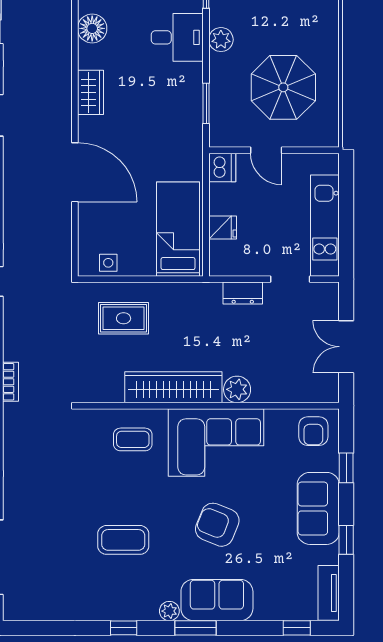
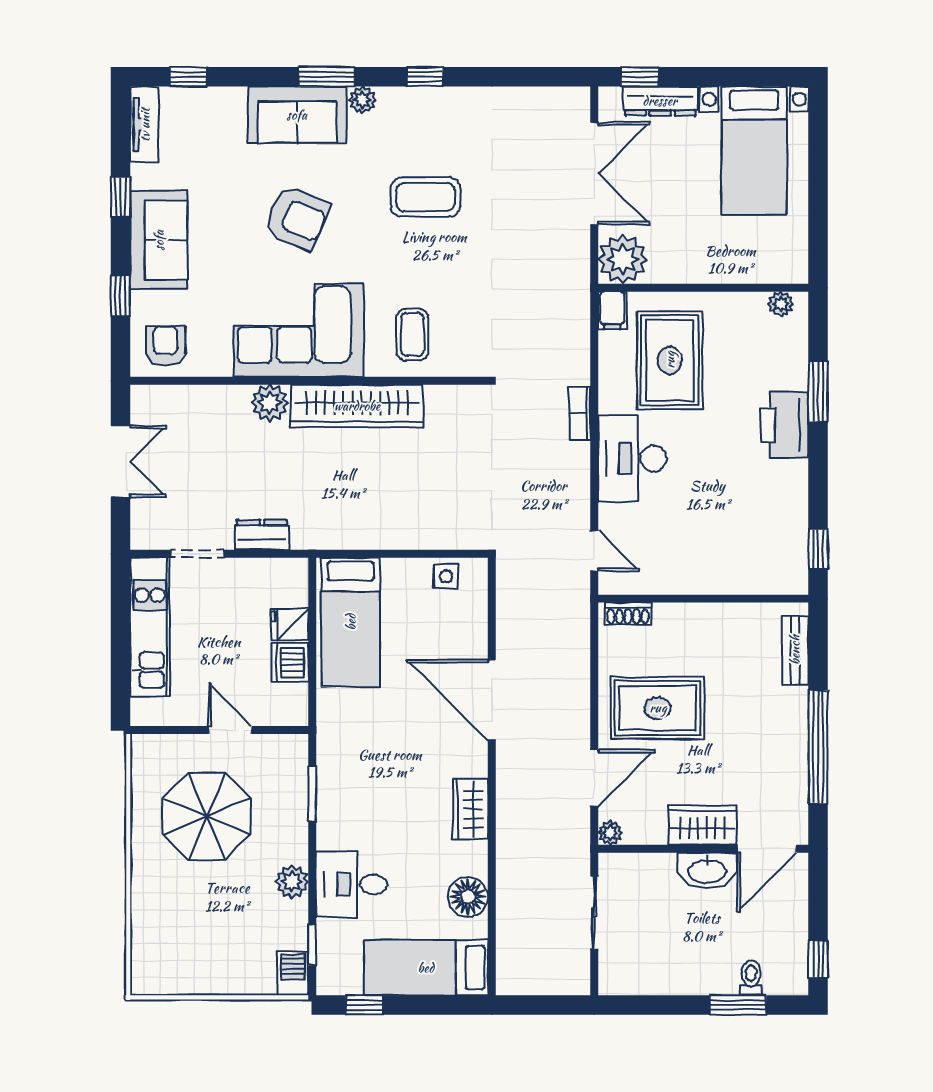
dishwasher: (222, 167) -> (290, 662), moved
rug: (124, 318) -> (425, 500), removed
coffee table: (133, 439) -> (412, 335), turned 90

